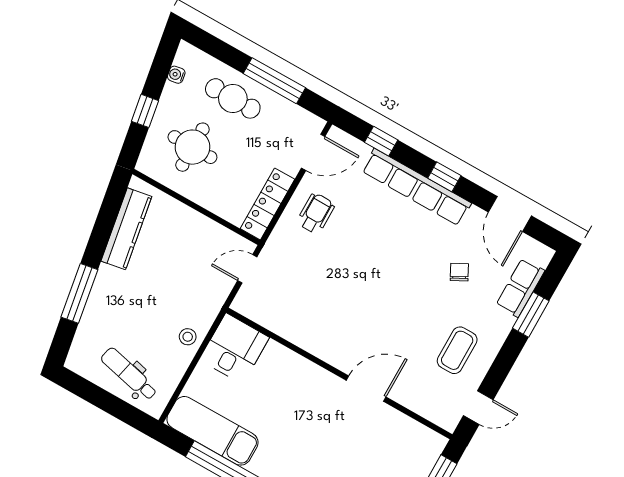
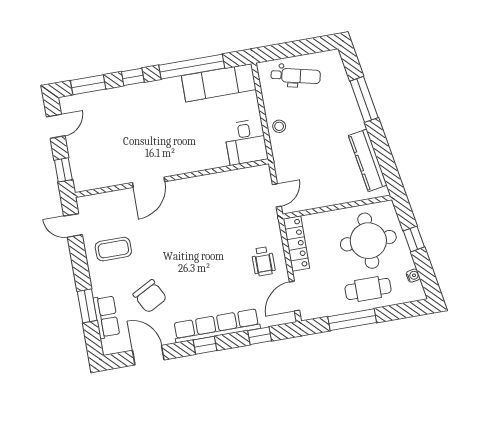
round table: (192, 147) -> (368, 241), width x1.36, depth x1.36
chair: (459, 272) -> (150, 296), width x1.87, depth x1.87
coffee table: (457, 350) -> (113, 249), turned 90
door: (478, 408) -> (73, 225), hinge flipped

